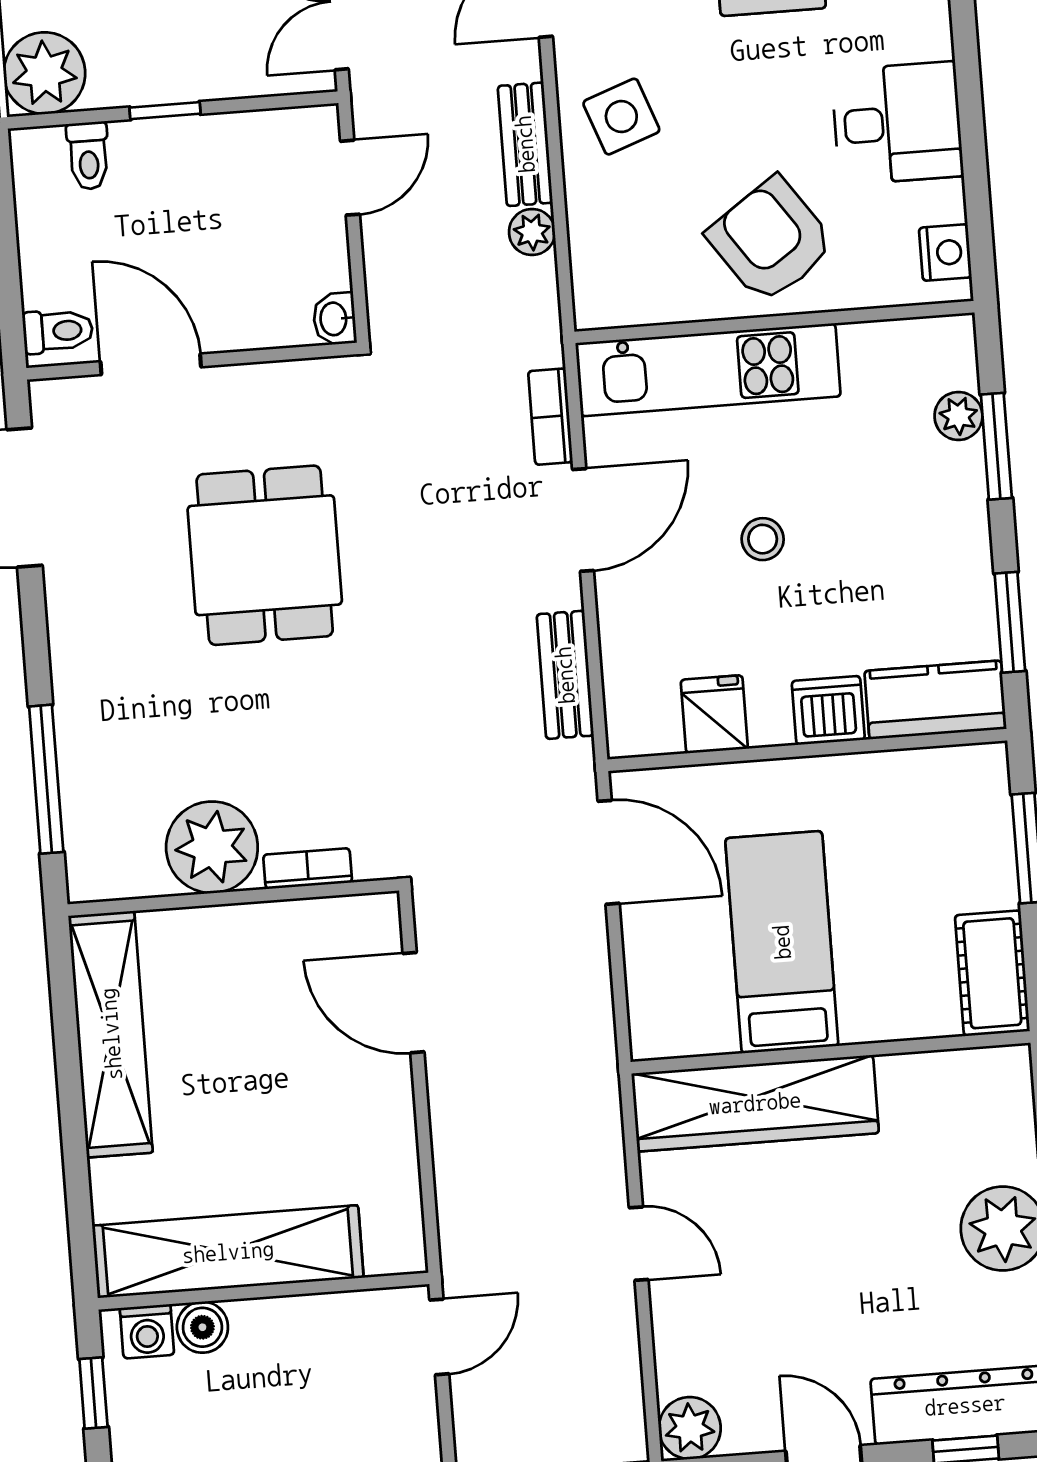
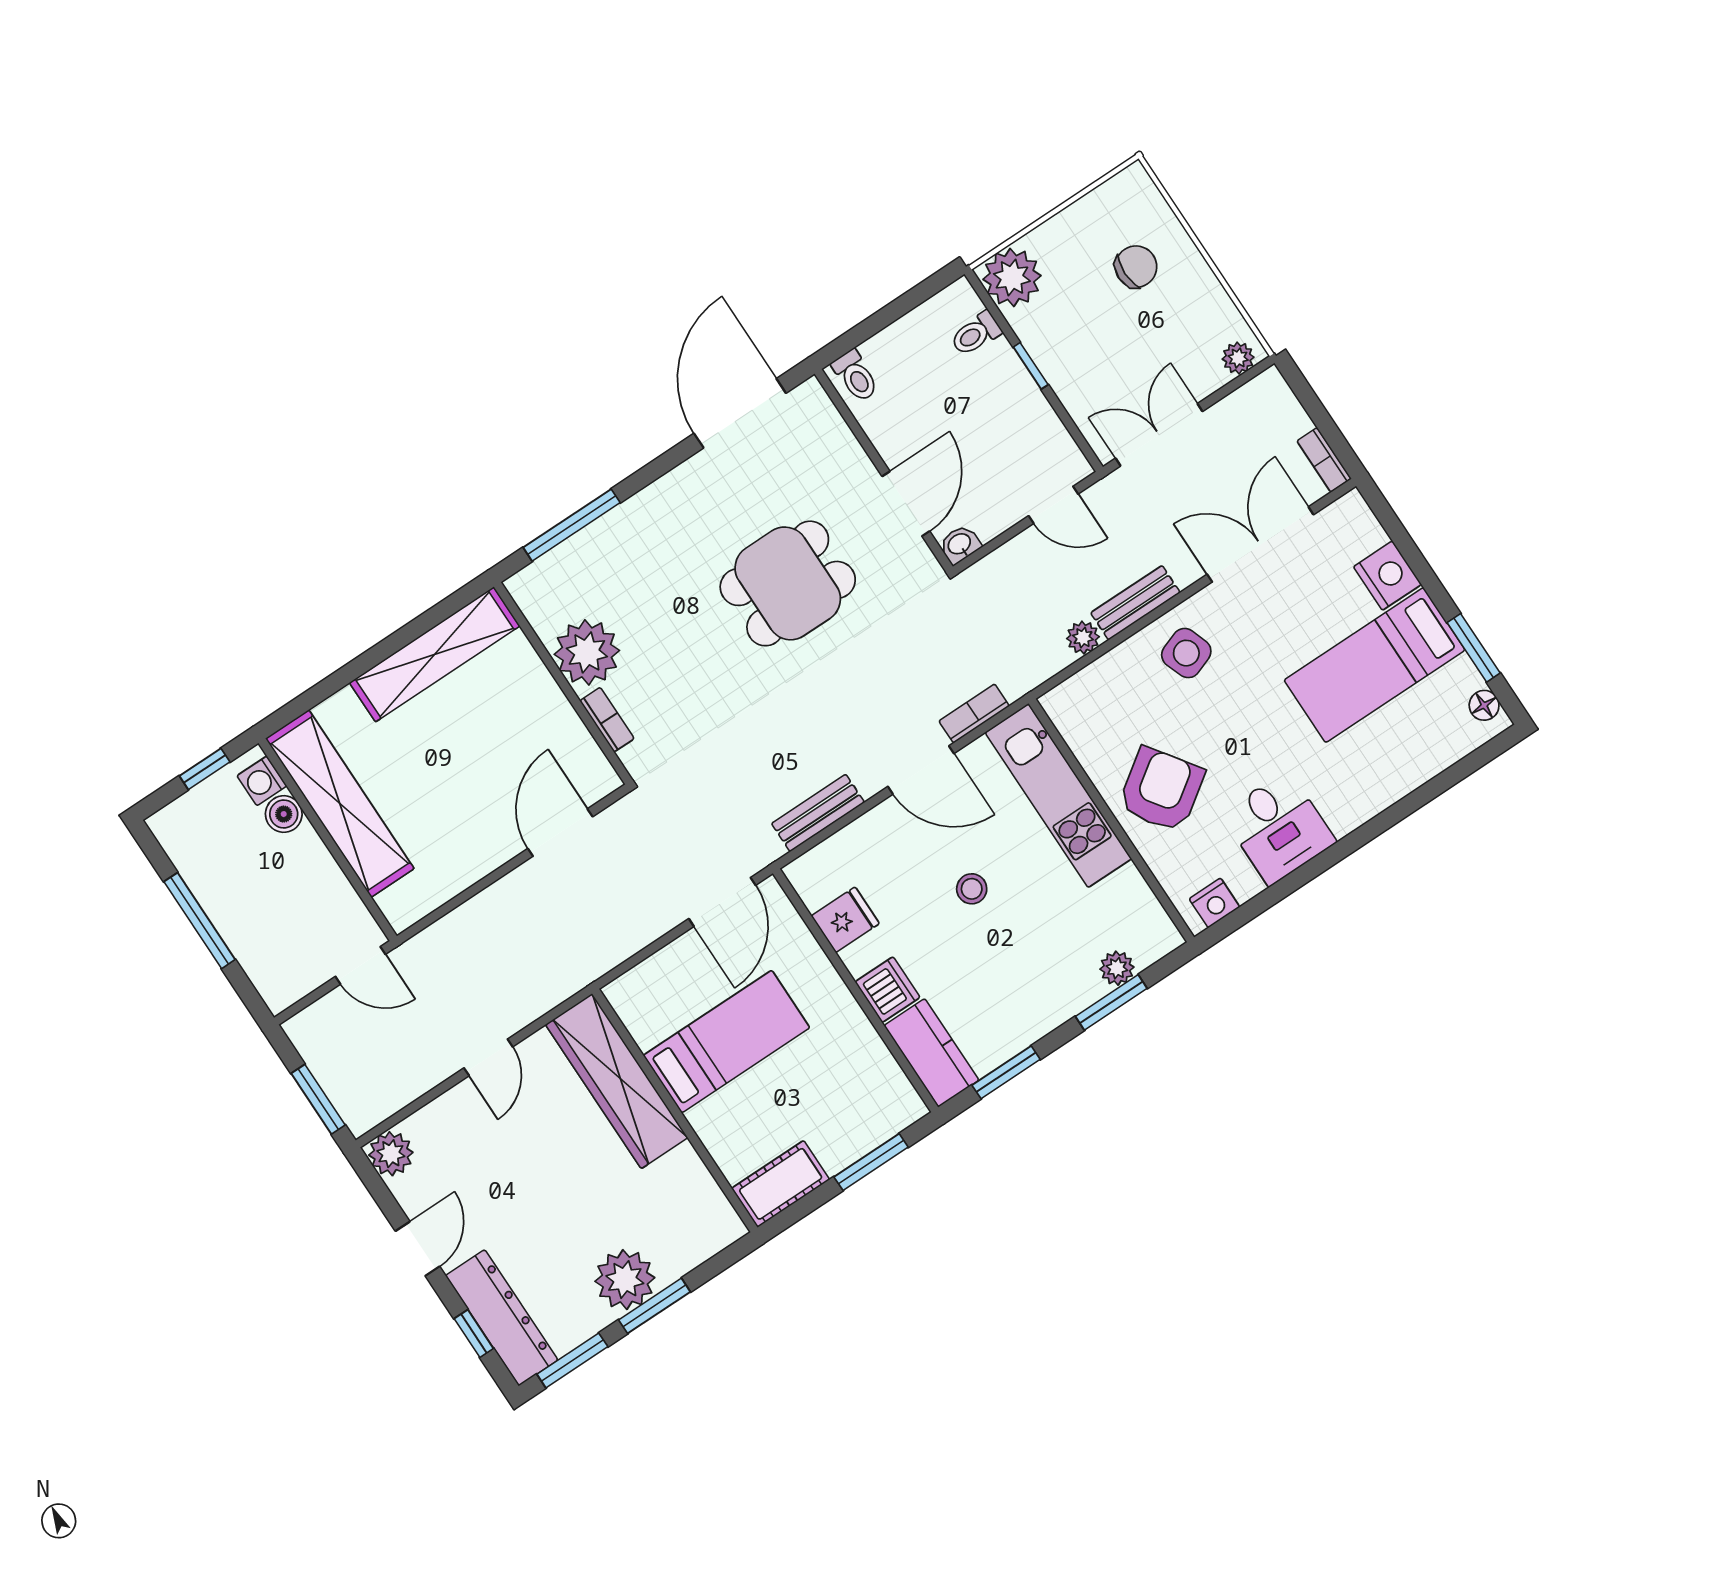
door: (151, 364) -> (906, 504), moved

